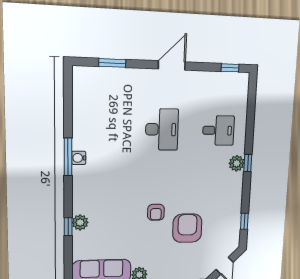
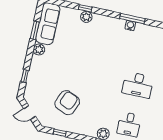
armchair: (156, 212) -> (81, 70), removed
armchair: (187, 228) -> (67, 103), moved, turned -67

